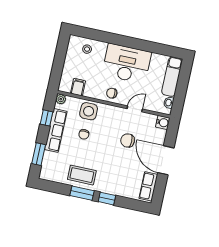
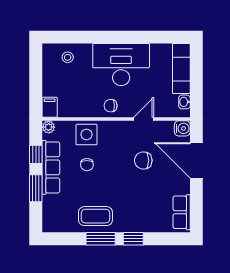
filing cabinet: (78, 87) -> (50, 107), moved
window: (39, 154) -> (36, 188), moved
door: (166, 160) -> (196, 160), moved

